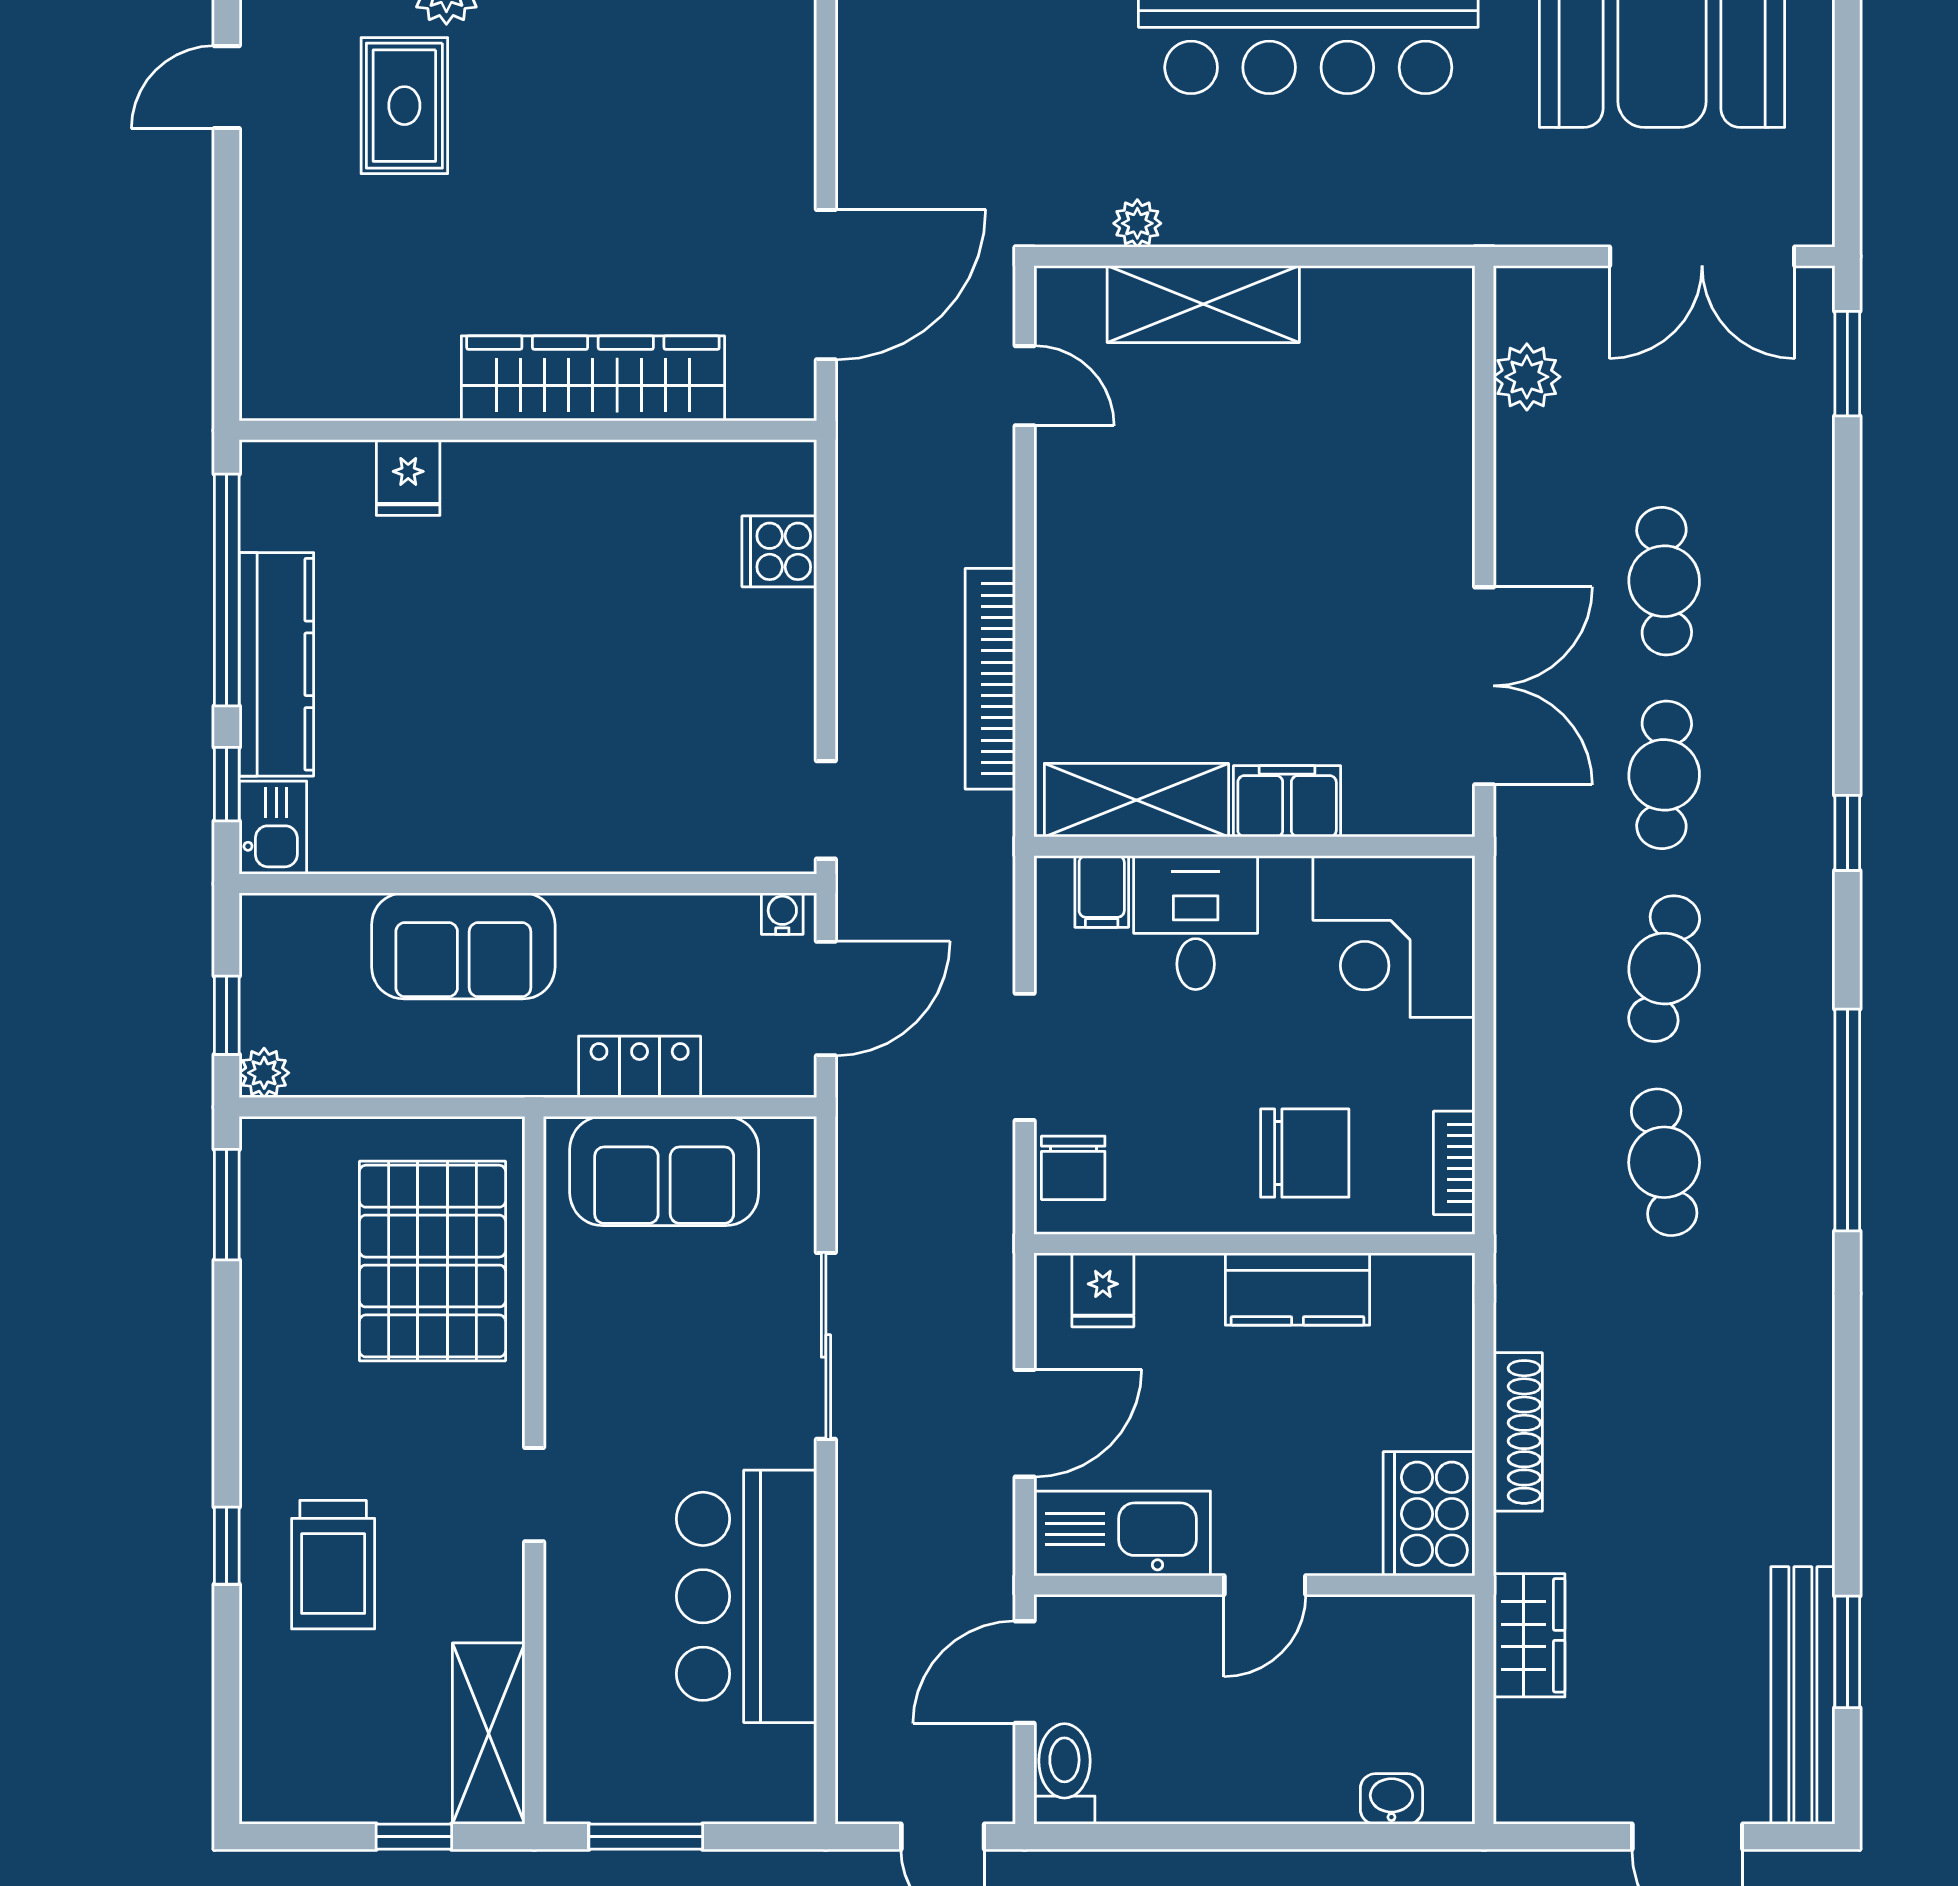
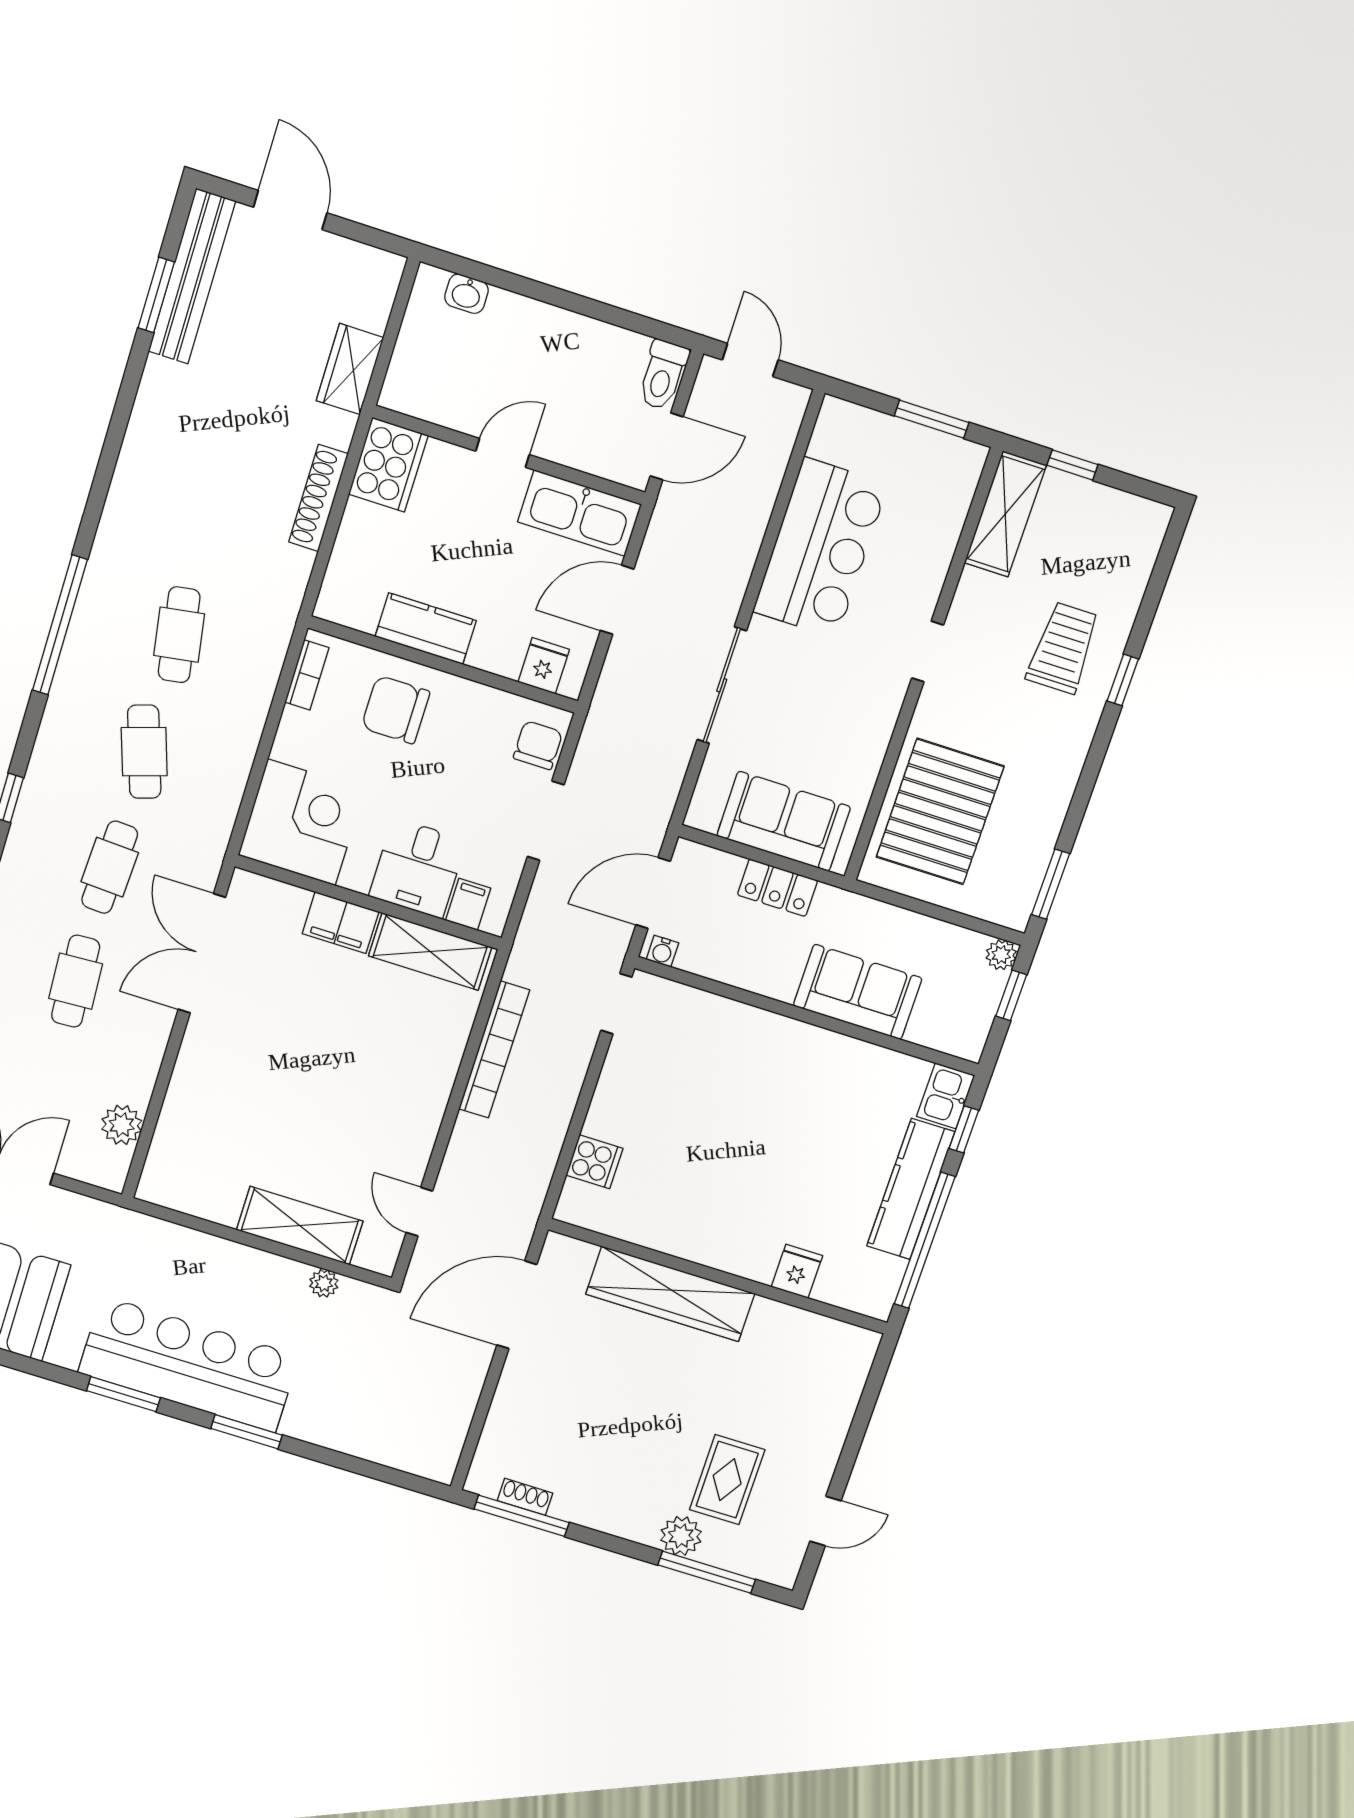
cafe table: (1664, 969) -> (144, 752), turned -30

